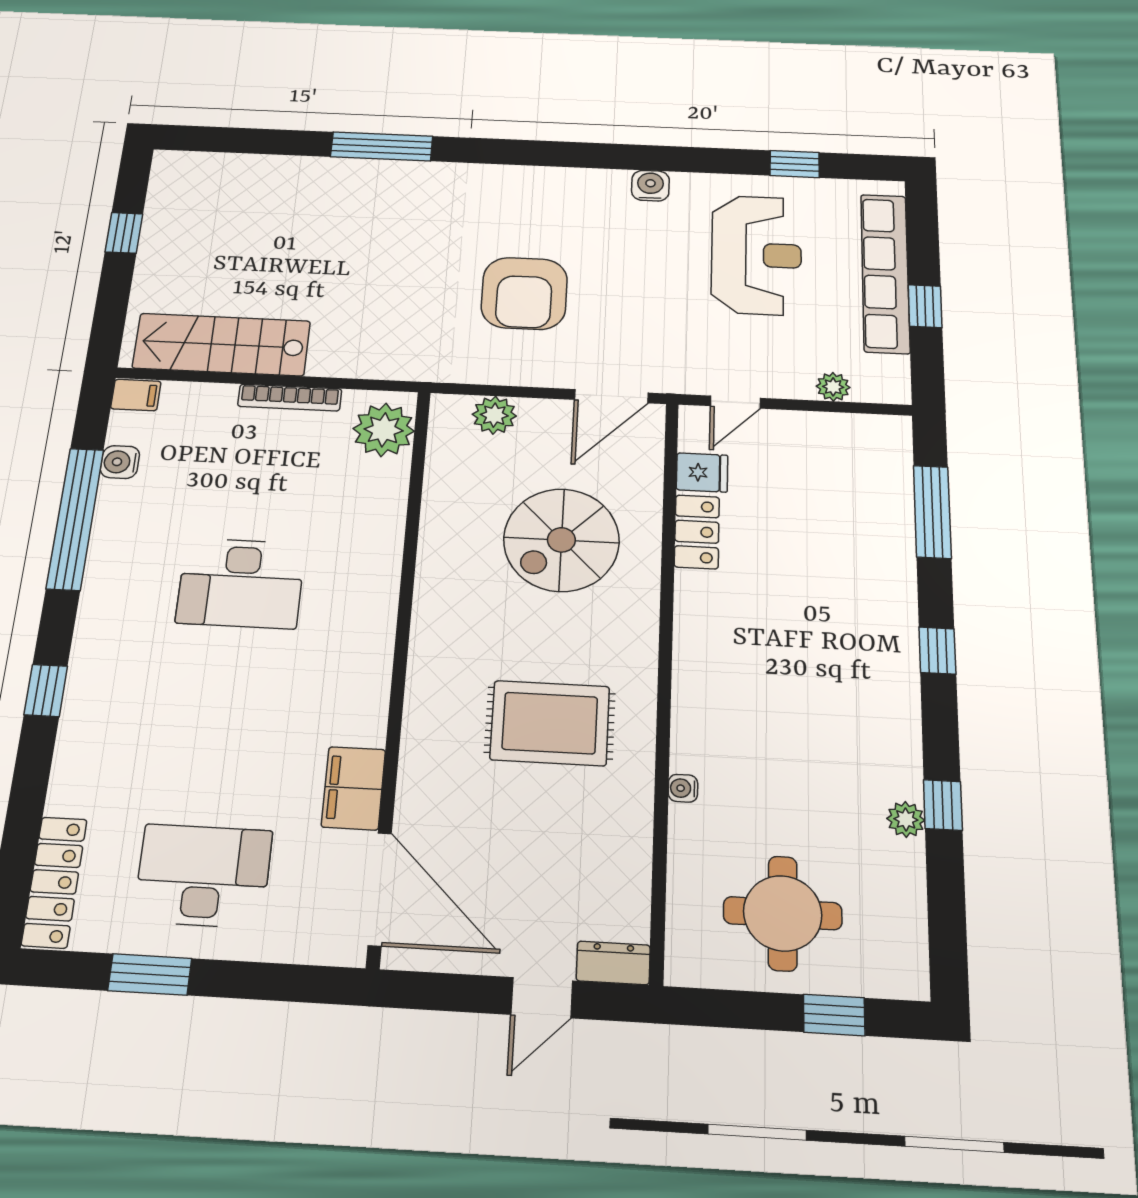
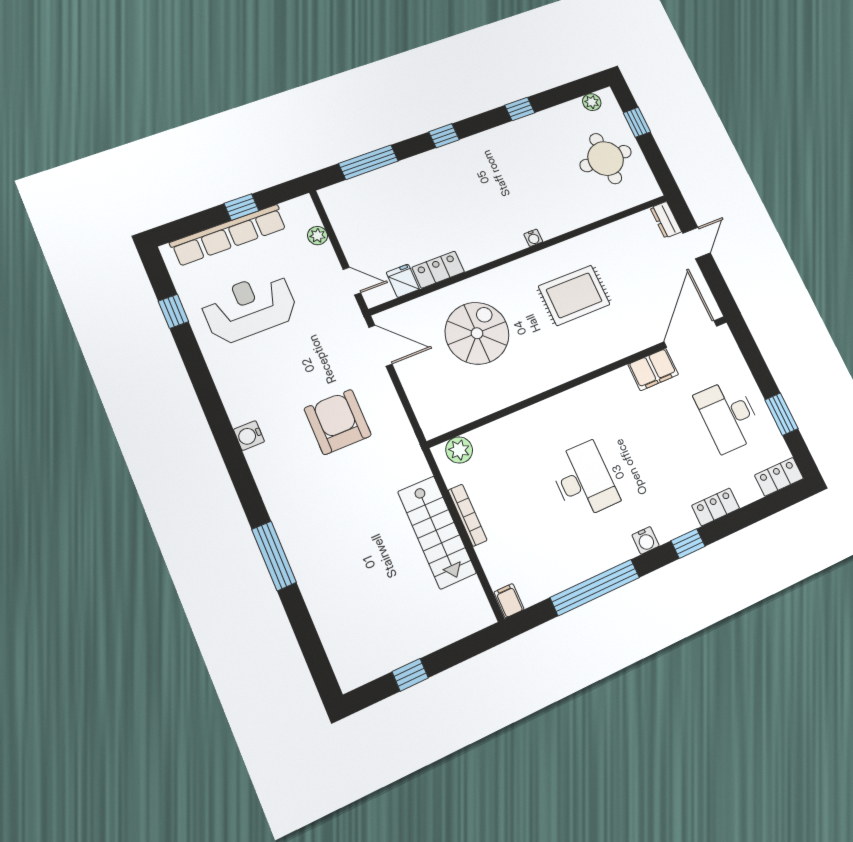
water cooler: (650, 186) -> (249, 436), moved
armchair: (524, 293) -> (338, 422), turned -90
stairs: (222, 345) -> (437, 532), moved
plant: (494, 415) -> (423, 401), removed
plant: (384, 430) -> (459, 450), width x0.73, depth x0.73
water cooler: (120, 462) -> (646, 540), moved
spiral stairs: (561, 540) -> (477, 333), turned -90
rug: (550, 723) -> (574, 295), turned 90
locker: (72, 767) -> (716, 507), added
water cooler: (683, 788) -> (533, 238), moved
plant: (906, 819) -> (592, 102), moved
locker: (54, 882) -> (779, 477), width x0.66
door: (542, 998) -> (697, 243), hinge flipped

